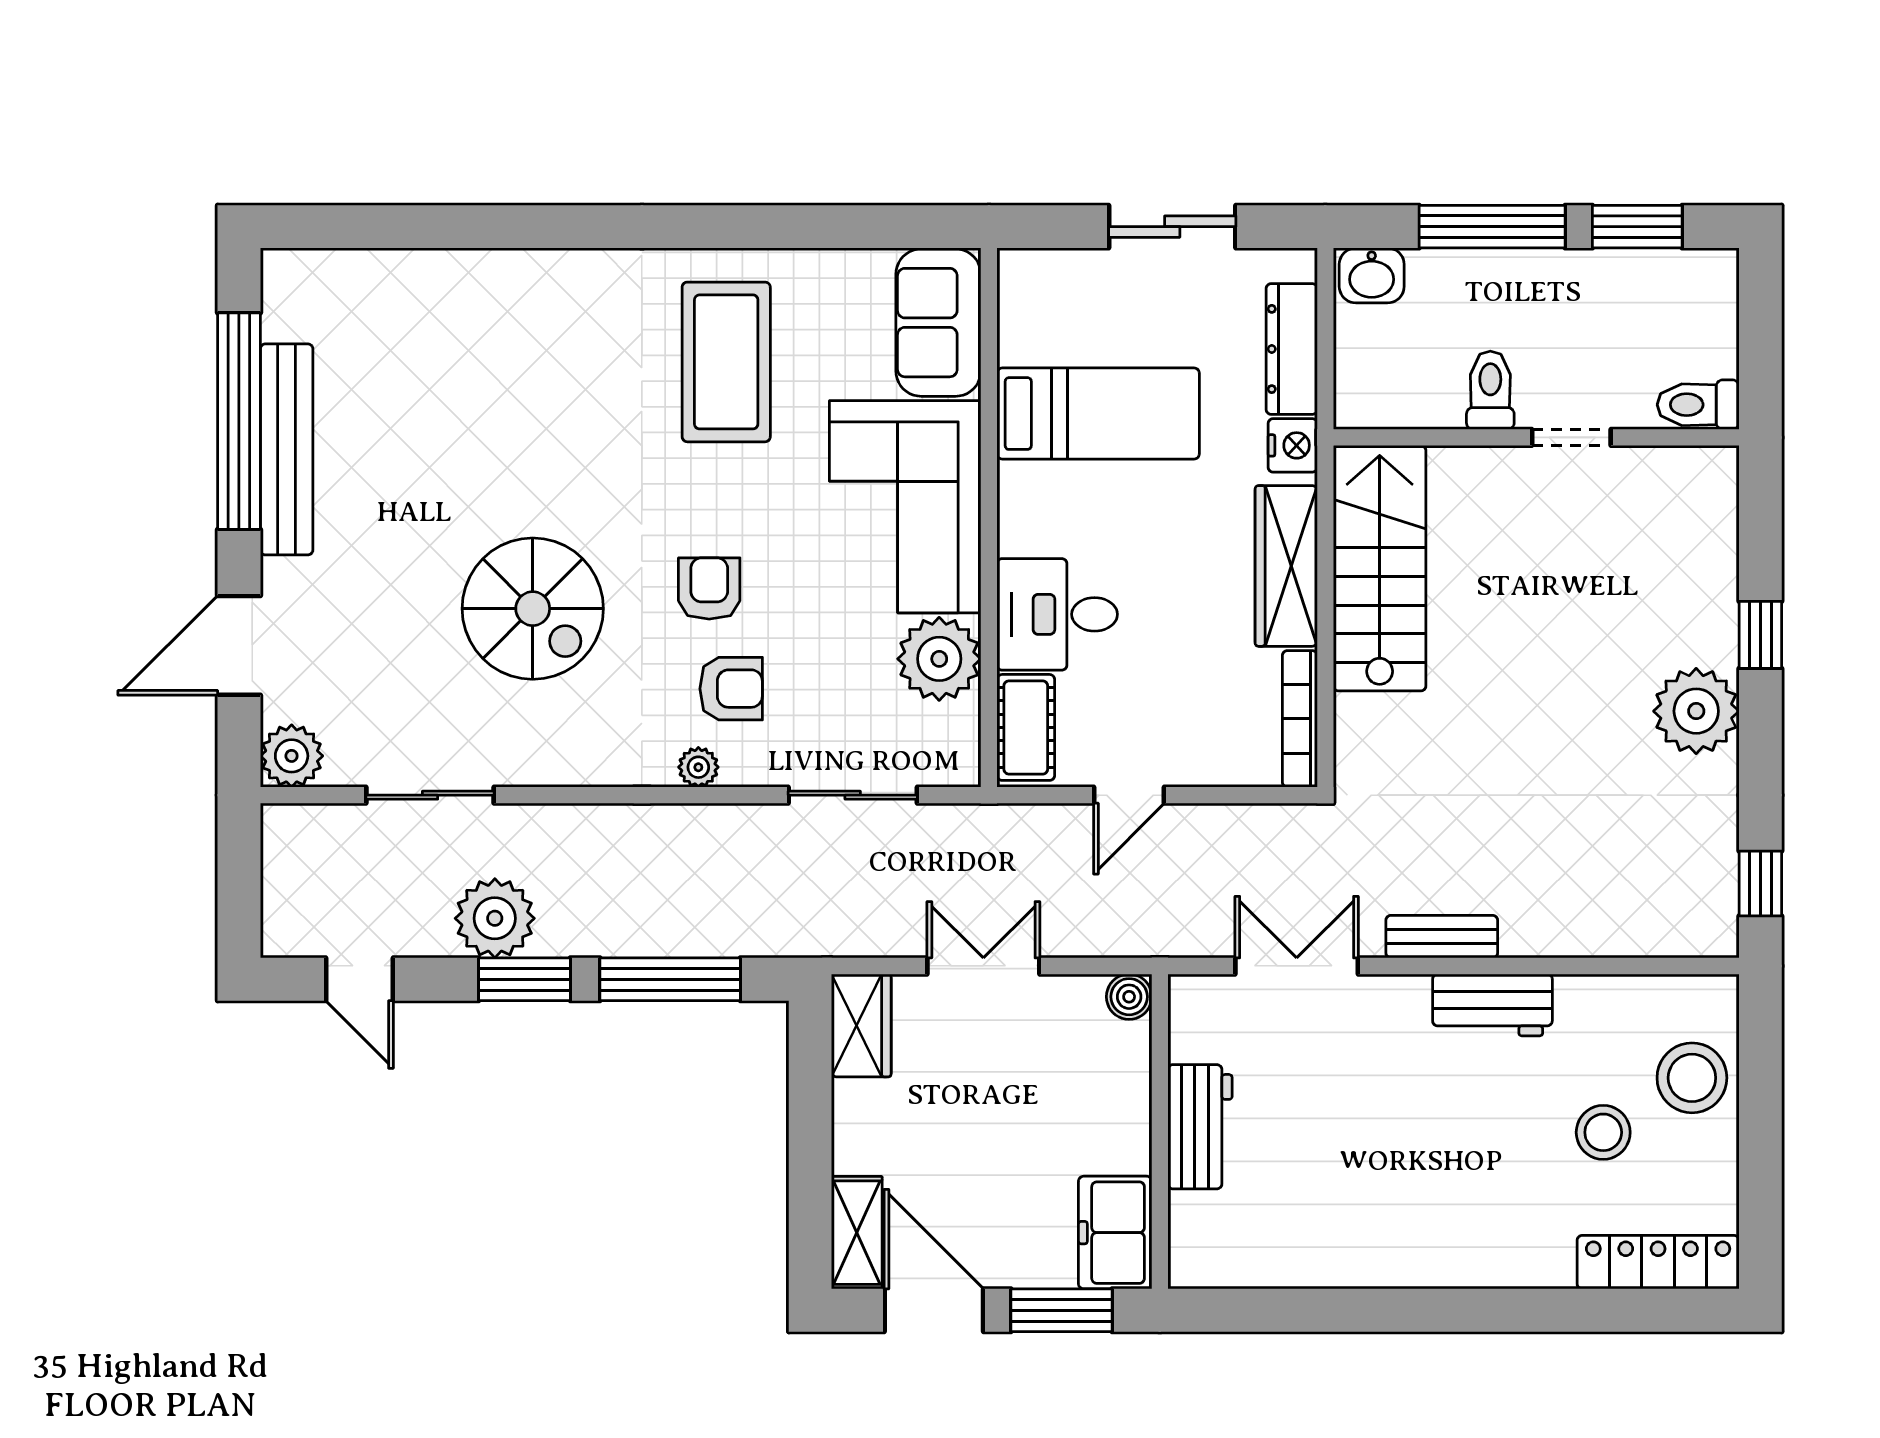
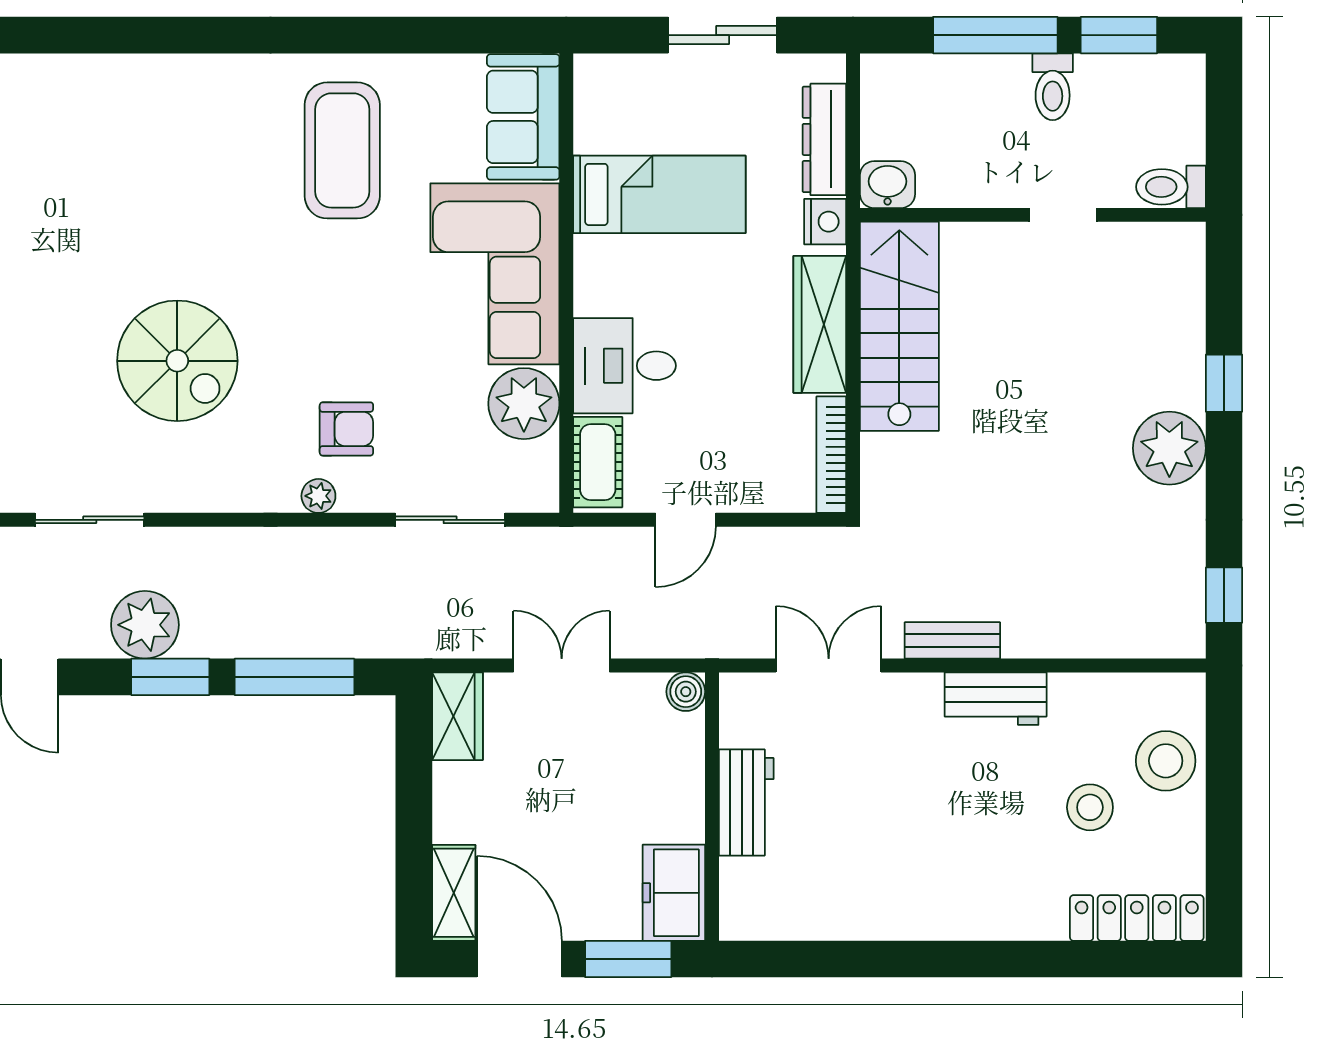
washbasin: (1372, 275) -> (888, 185), moved, turned 180
toilet: (1490, 390) -> (1053, 87), moved, turned 180
armchair: (709, 588) -> (328, 344), removed

